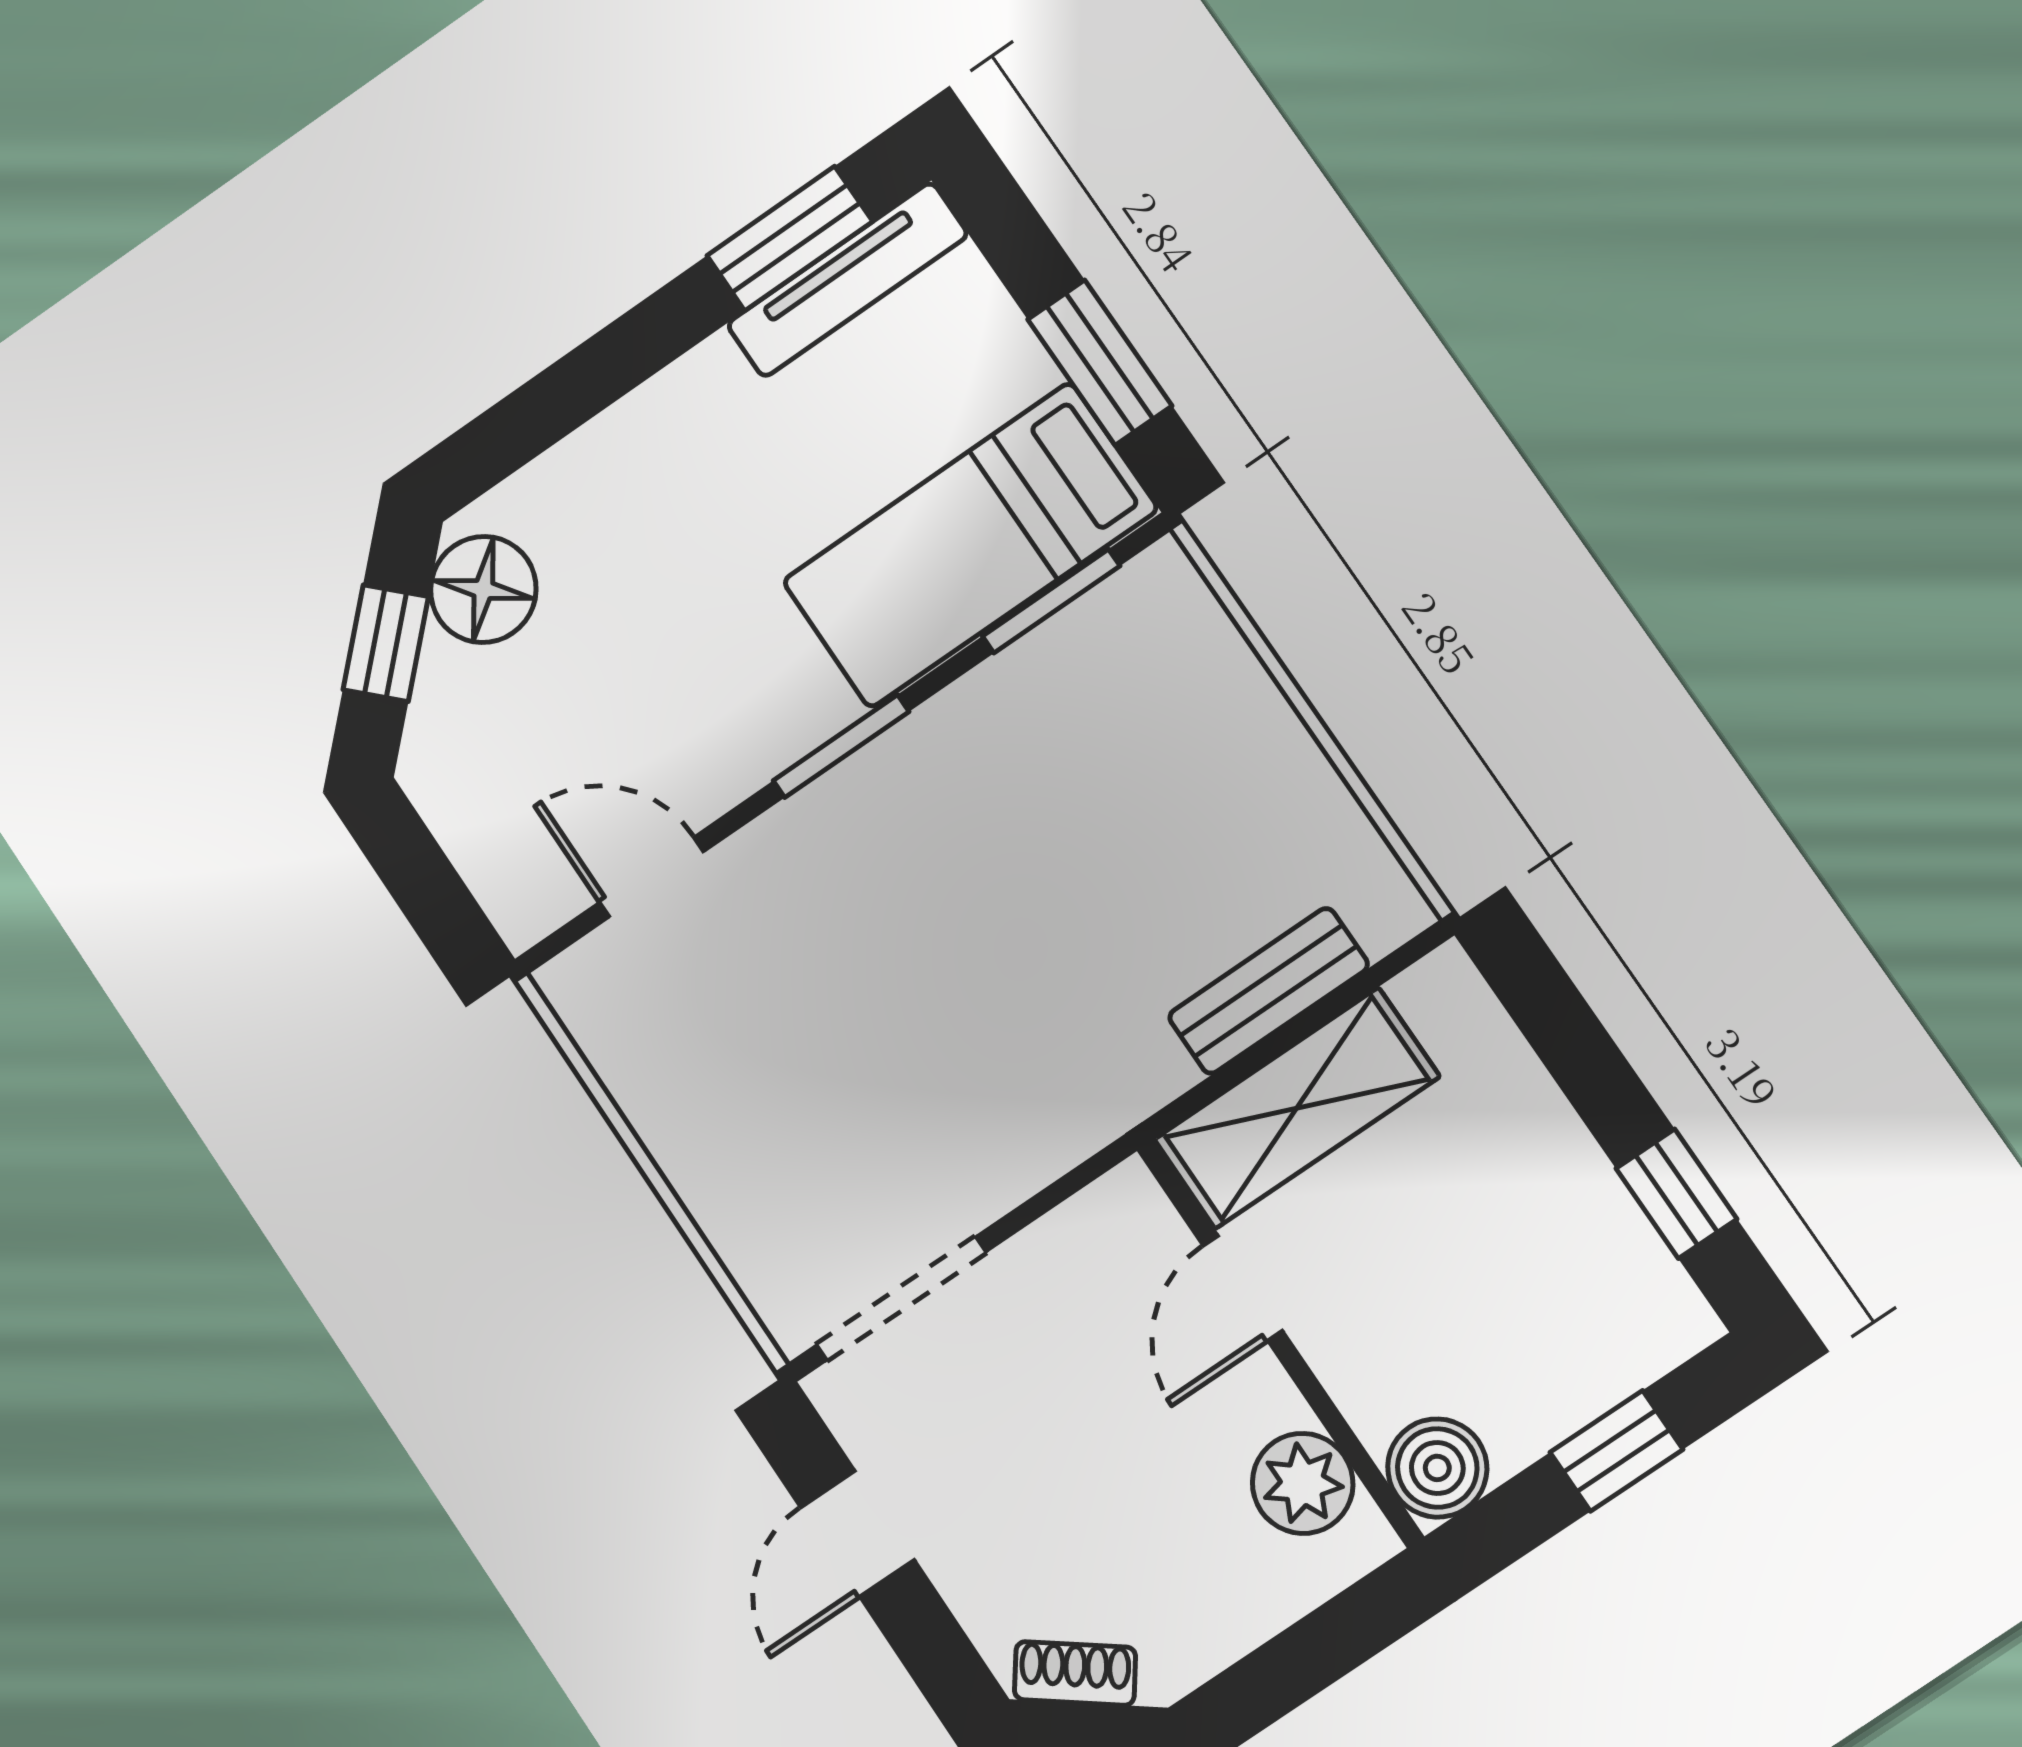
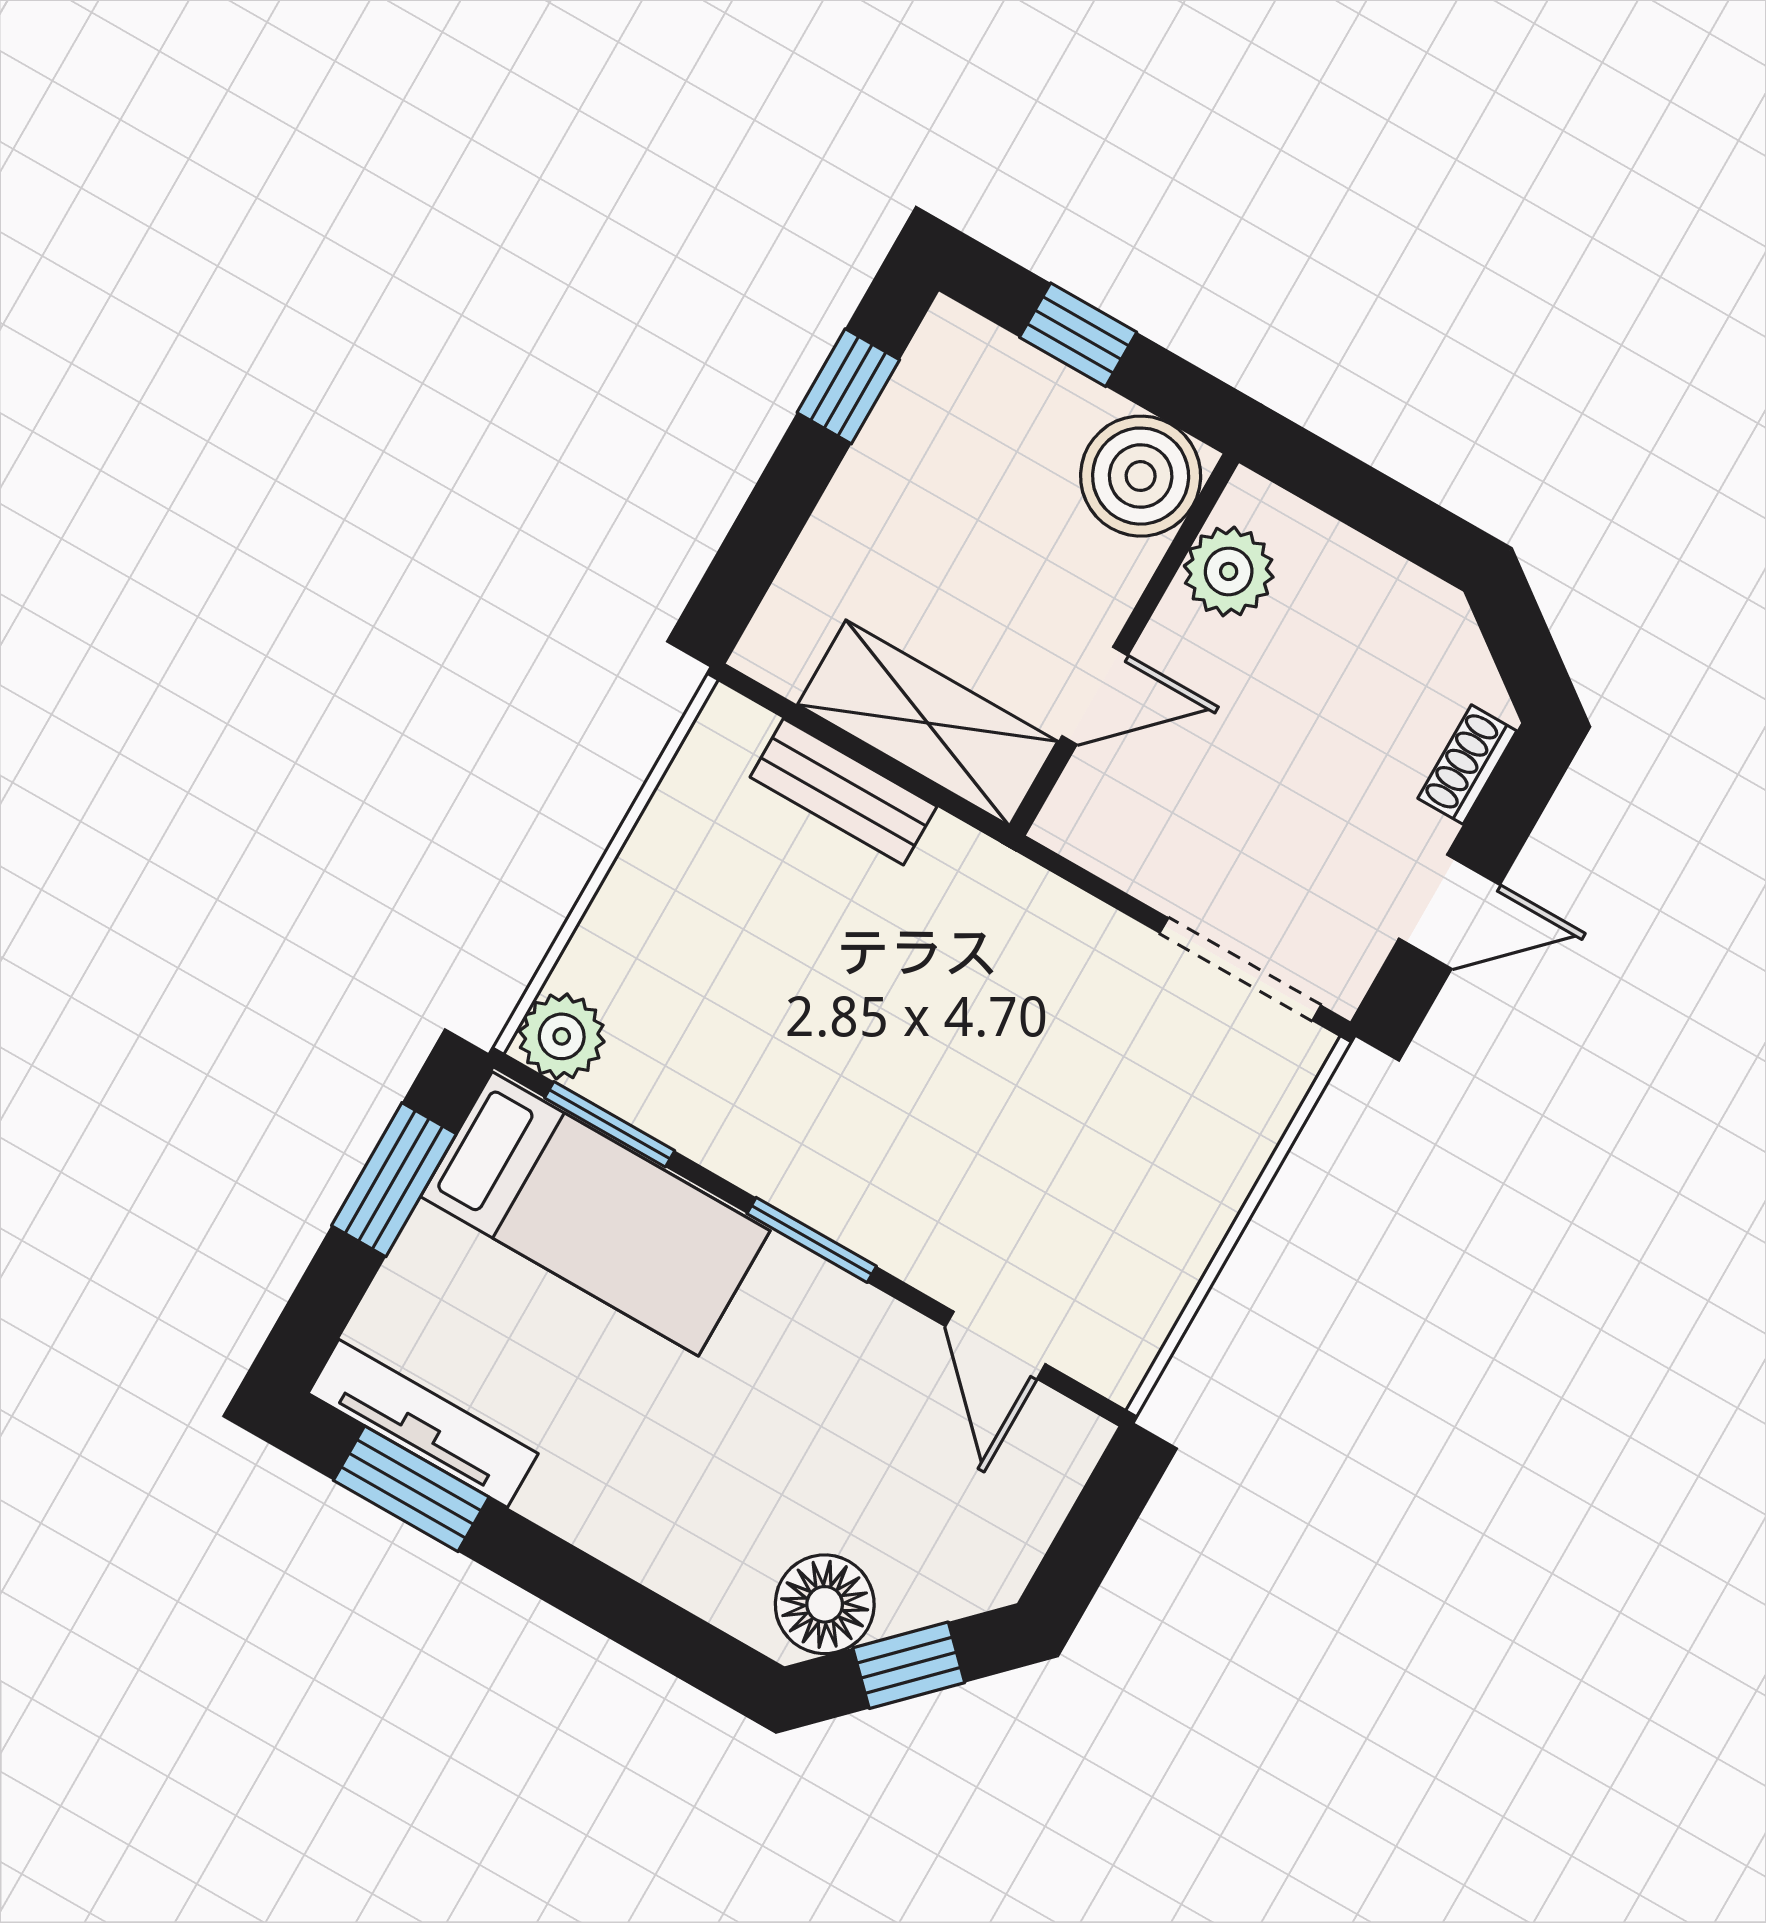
plant: (1161, 595) -> (562, 1036), added
boiler: (1437, 1468) -> (1141, 476), width x1.37, depth x1.37
shoe rack: (1075, 1673) -> (1467, 765), moved, turned 54

